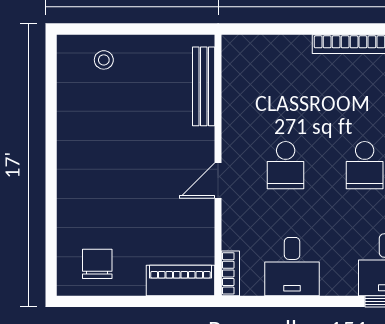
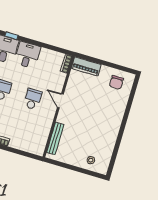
door: (218, 181) -> (60, 101), swing flipped
desk: (292, 267) -> (27, 55), moved

